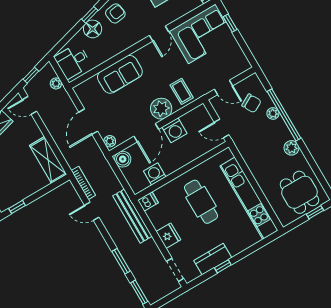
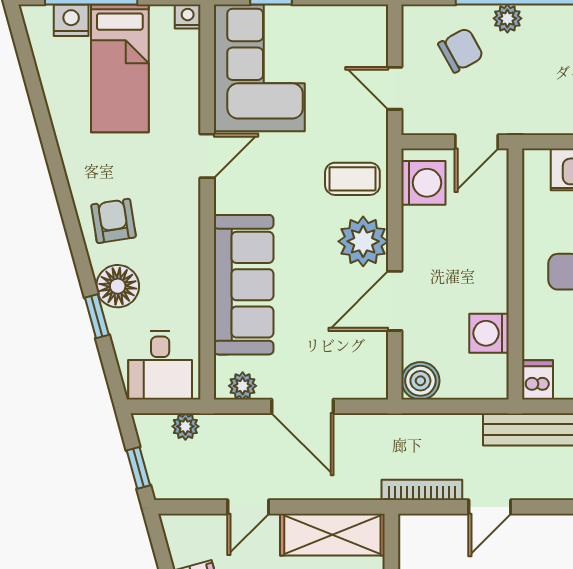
window: (90, 15) -> (97, 316), moved
door: (159, 34) -> (207, 156), hinge flipped
sofa: (120, 74) -> (244, 285), width x1.36
door: (224, 87) -> (395, 88), swing flipped
door: (30, 105) -> (248, 507), moved
washing machine: (175, 130) -> (423, 183), moved
door: (146, 133) -> (395, 301), swing flipped
plant: (110, 141) -> (243, 386), moved

